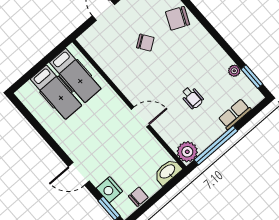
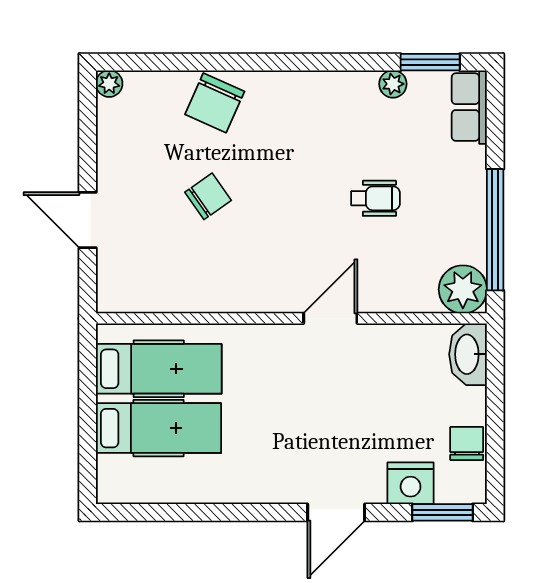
row of seats: (235, 114) -> (469, 107), moved

